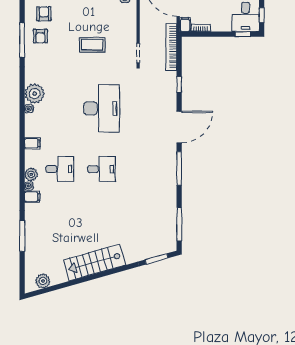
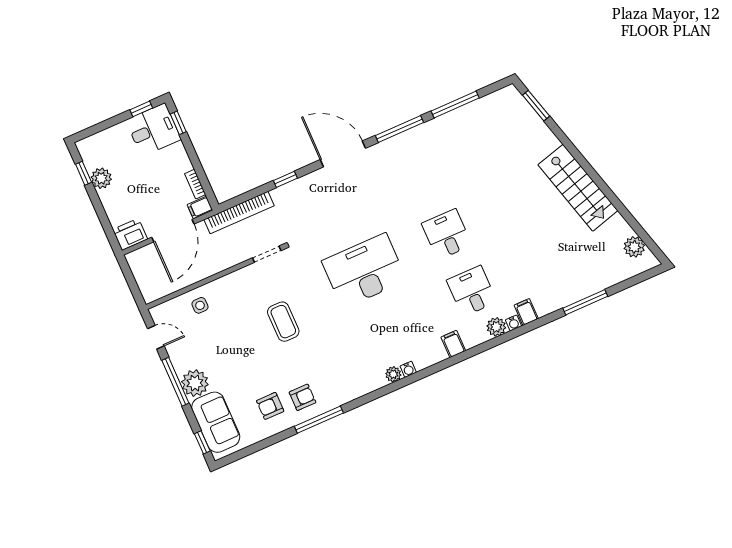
plant: (35, 94) -> (393, 374), width x0.53, depth x0.53
window: (179, 224) -> (455, 104), moved

